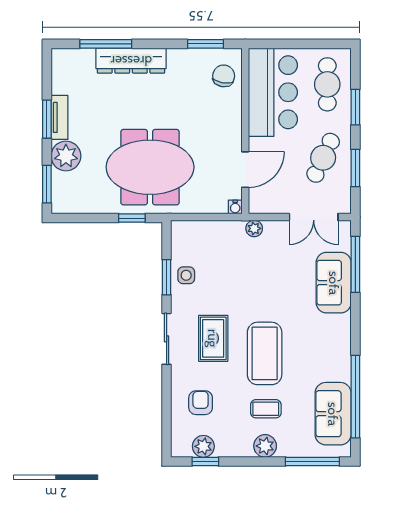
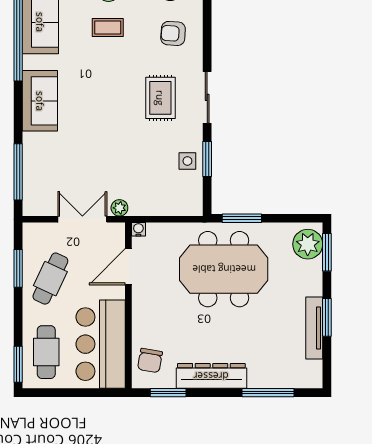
dresser: (131, 61) -> (211, 376), moved
window: (355, 107) -> (18, 364), moved
tv unit: (59, 117) -> (314, 328), width x1.41
plant: (66, 156) -> (308, 244), moved
double door: (314, 217) -> (82, 219), moved
window: (132, 218) -> (242, 218), width x1.50
sofa: (334, 283) -> (40, 101), moved
coffee table: (265, 353) -> (109, 83), removed
armchair: (201, 403) -> (173, 33), turned 94

